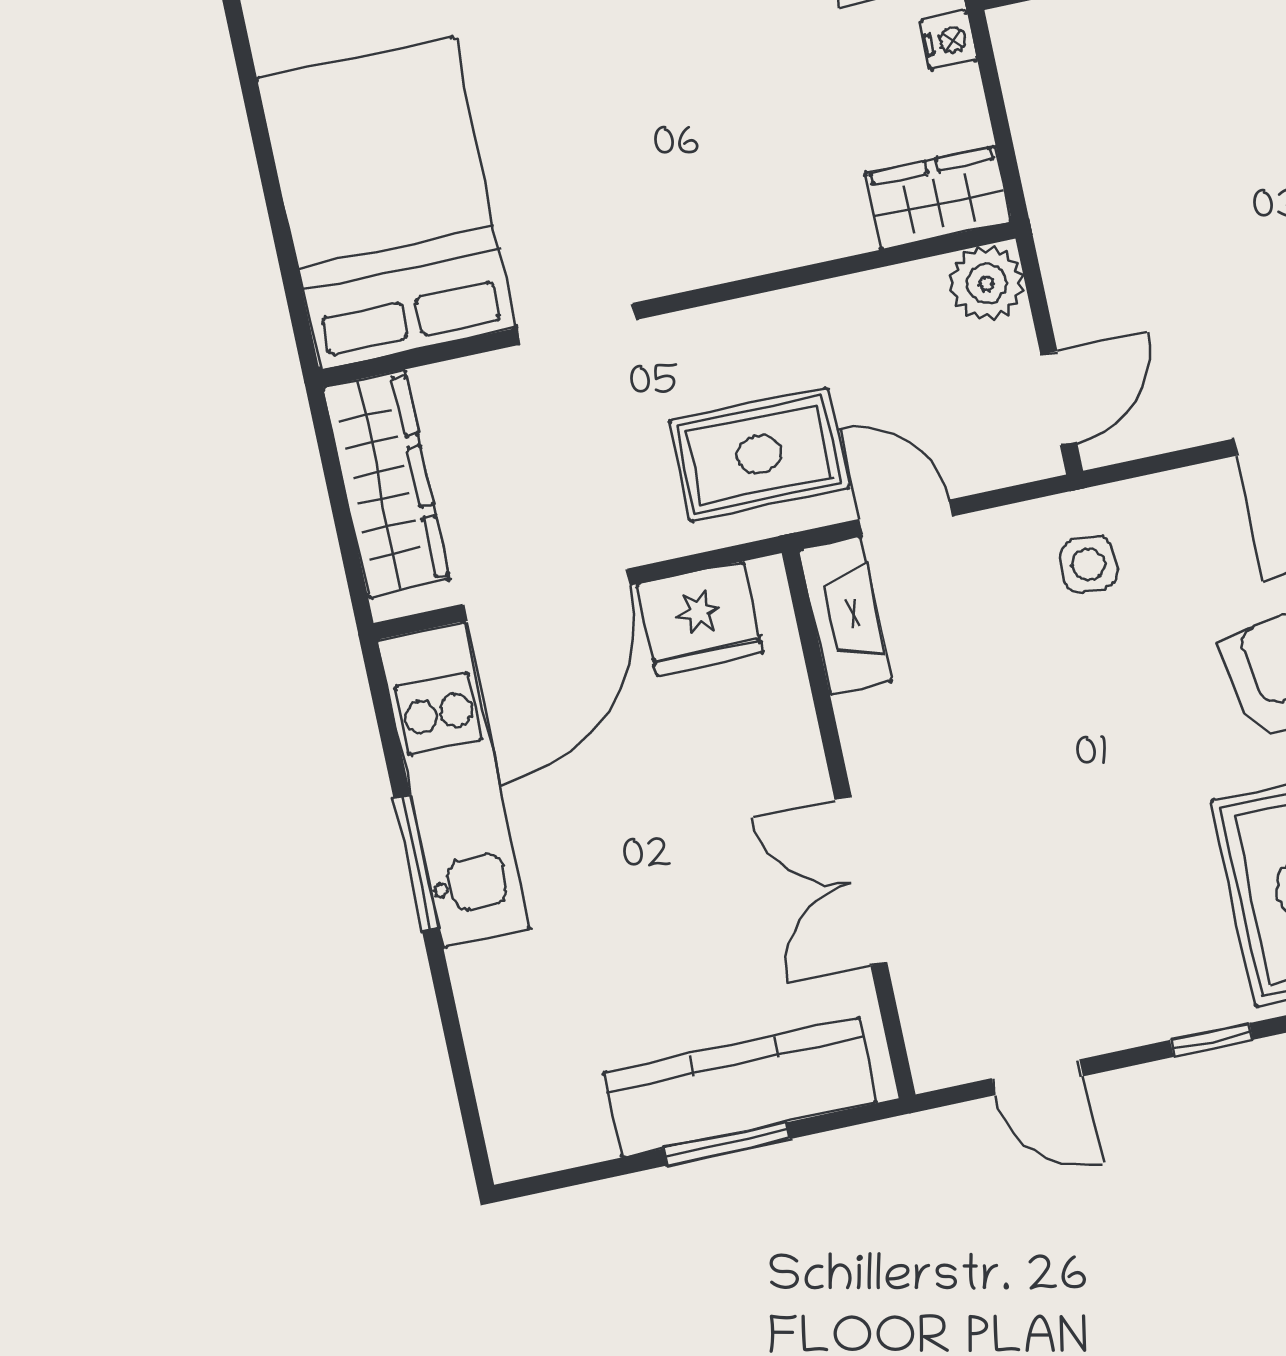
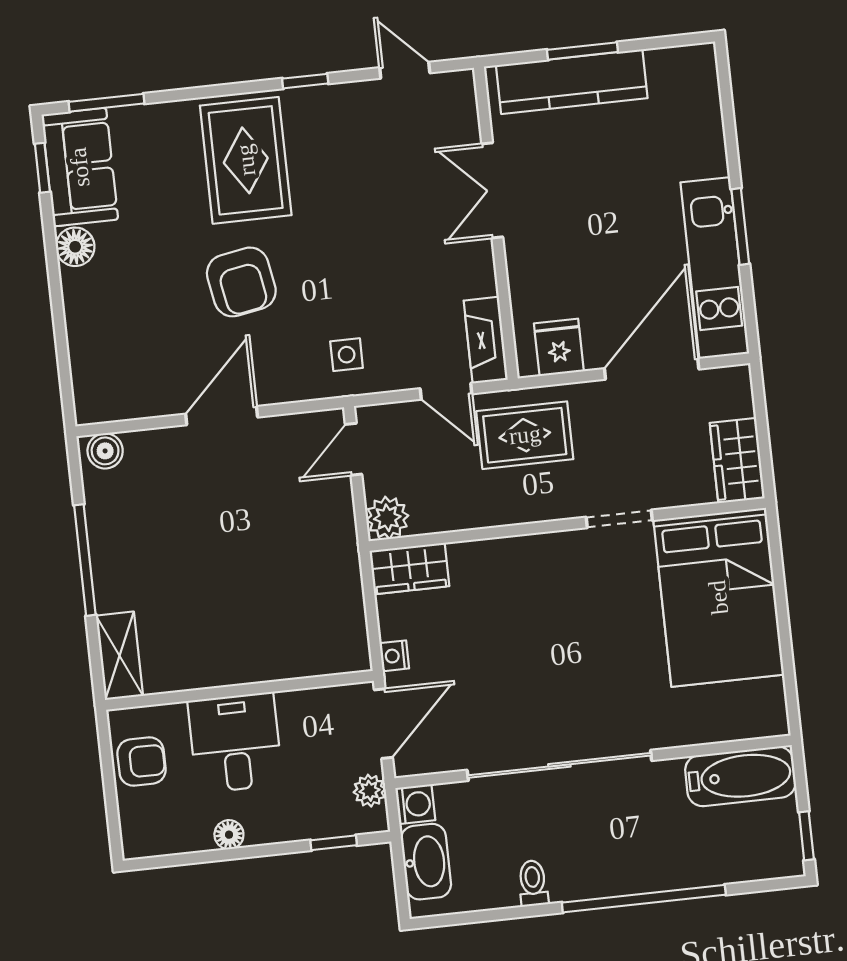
wardrobe: (386, 483) -> (737, 461), width x0.67
fridge: (700, 619) -> (559, 347), width x0.72
double door: (861, 881) -> (492, 190), swing flipped

